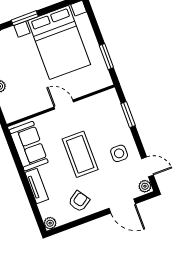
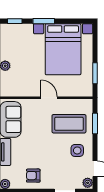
coffee table: (80, 154) -> (69, 124), moved, turned 90
armchair: (79, 201) -> (33, 176), turned -146

